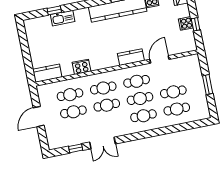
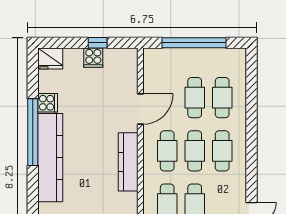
kitchen counter: (131, 57) -> (128, 162), width x1.50
door: (159, 59) -> (140, 109), swing flipped
window: (208, 85) -> (194, 43), width x2.11

